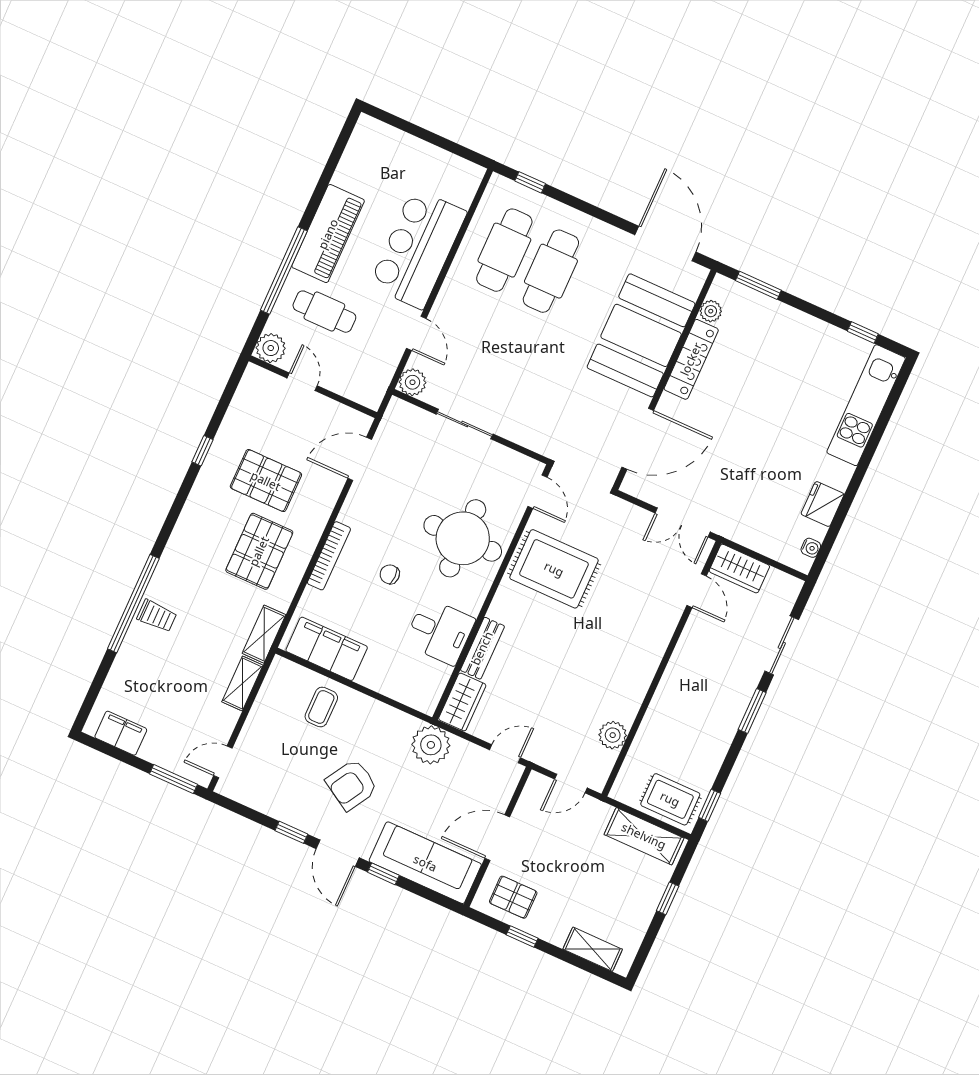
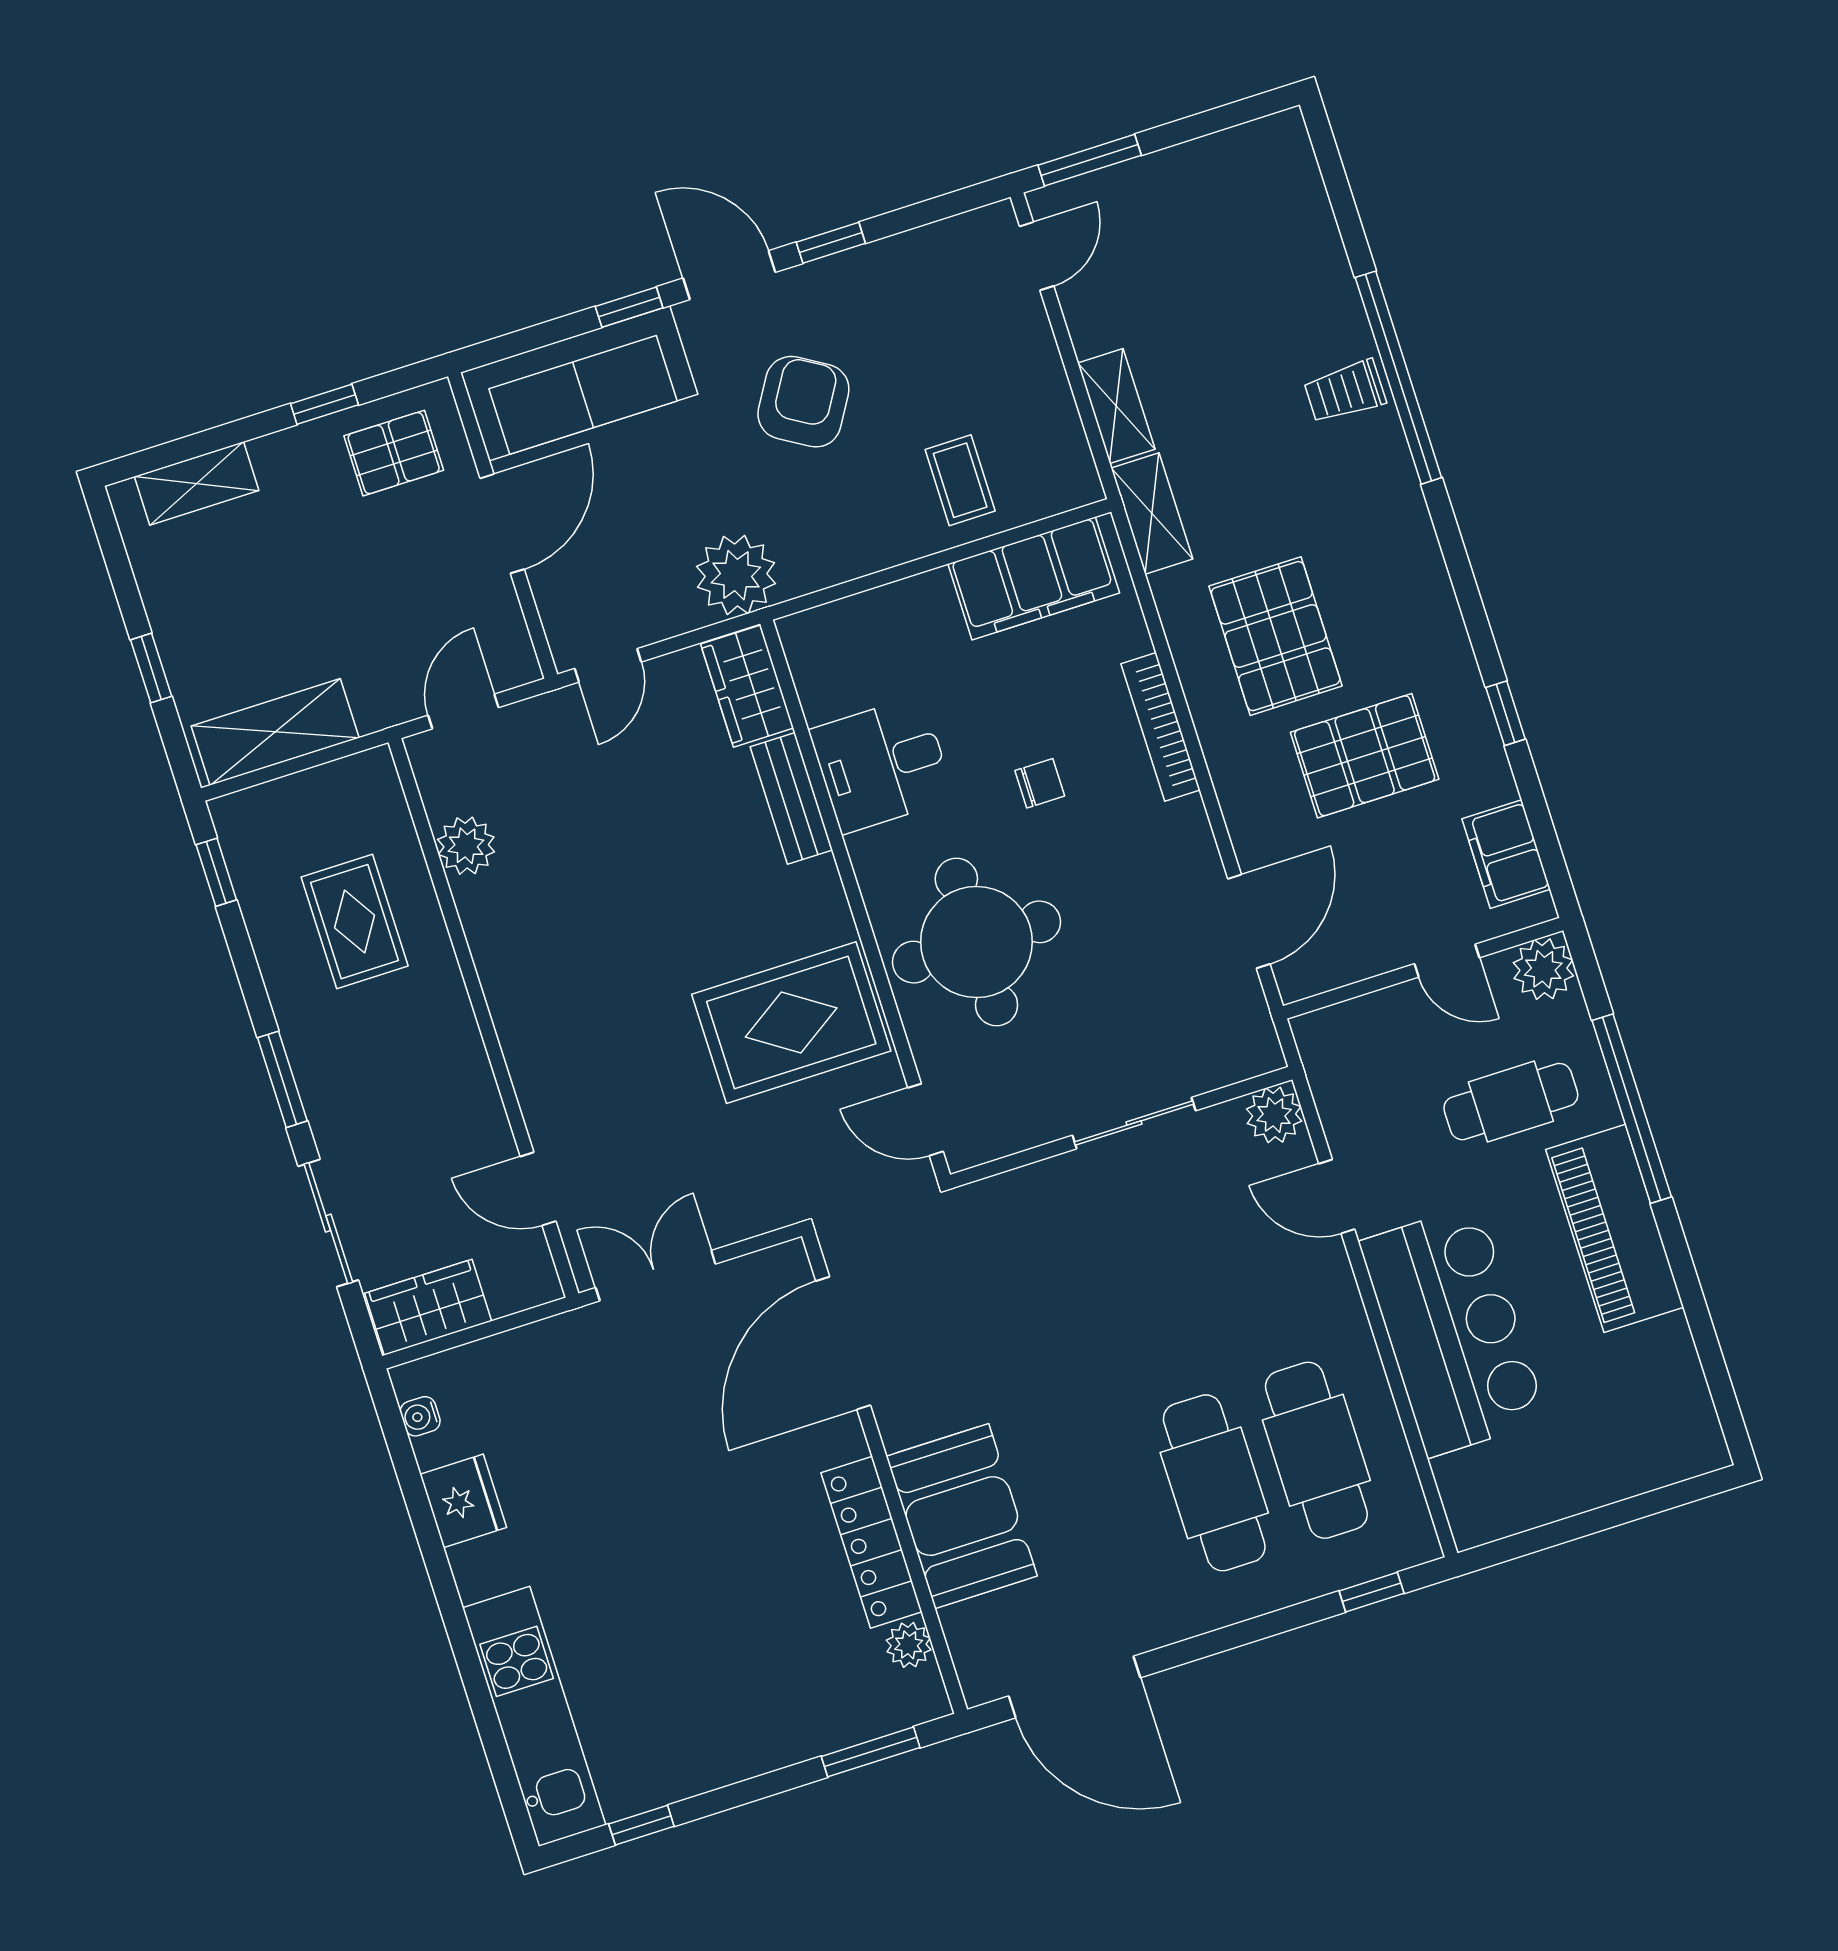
booth: (641, 335) -> (962, 1516), width x0.73, depth x0.70
wardrobe: (739, 569) -> (428, 1307), moved
filing cabinet: (121, 733) -> (1506, 854), moved, turned 90
rug: (670, 799) -> (355, 922), moved, turned 90

